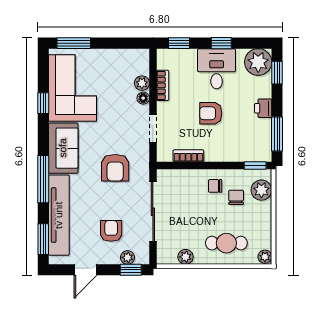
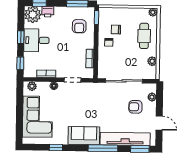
window: (74, 43) -> (19, 128), removed
plant: (142, 83) -> (32, 86), moved
corner sofa: (72, 88) -> (37, 117), moved, turned 90
printer: (263, 108) -> (48, 12), moved
armchair: (211, 113) -> (79, 26), moved
armchair: (115, 168) -> (97, 104), removed
plant: (261, 190) -> (112, 14), removed
window: (131, 270) -> (160, 95), removed

